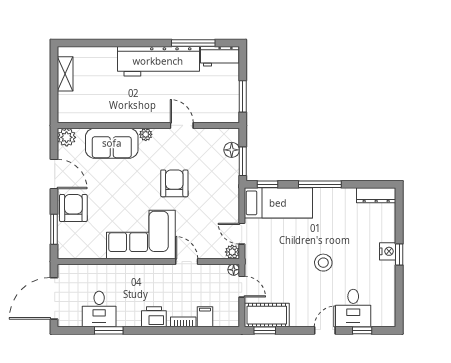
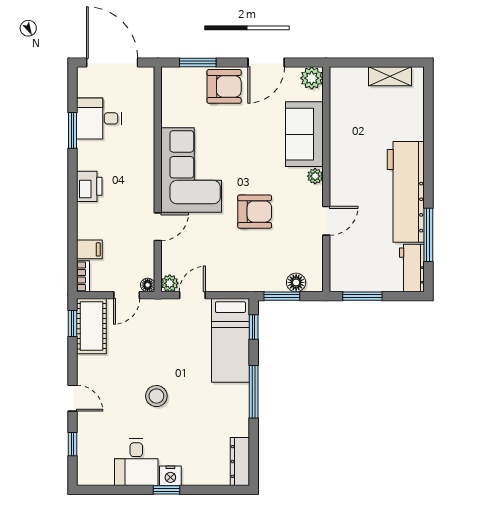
desk: (353, 308) -> (136, 462), moved, turned -90
bookcase: (183, 322) -> (83, 276), moved

